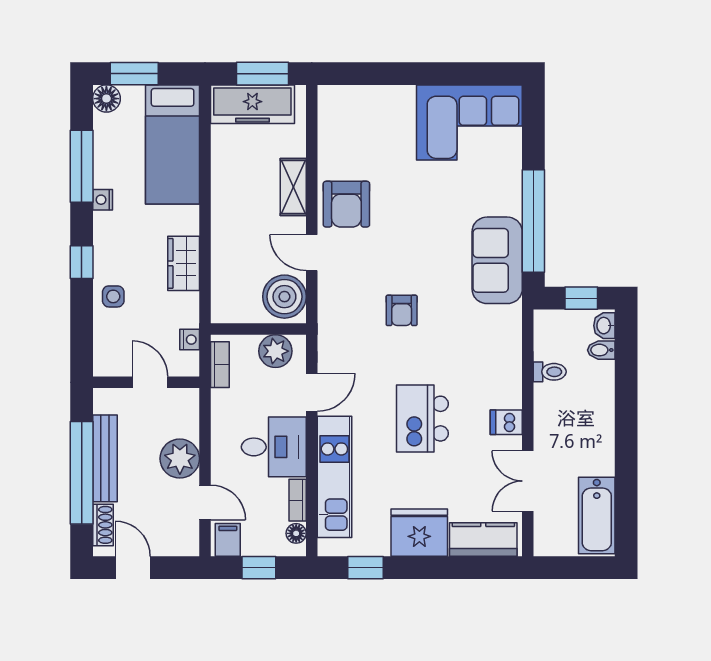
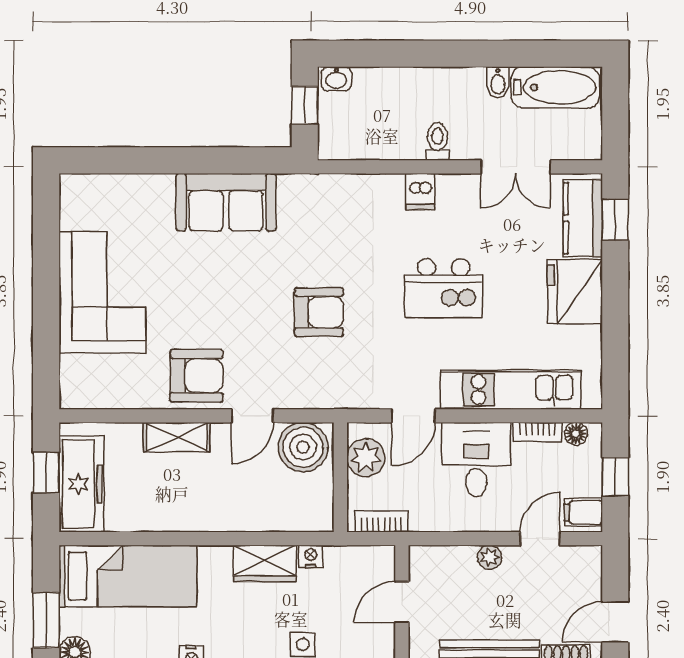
window: (262, 74) -> (46, 472), width x0.67
corner sofa: (469, 122) -> (102, 292), moved
window: (533, 221) -> (216, 160), removed
sofa: (497, 260) -> (226, 202), moved
armchair: (402, 310) -> (319, 312), width x1.38, depth x1.38
nightstand: (190, 340) -> (311, 556), moved
bidet: (601, 350) -> (498, 82), moved
toilet: (550, 372) -> (437, 142), moved
door: (312, 392) -> (413, 416), swing flipped
dishwasher: (506, 422) -> (420, 192), moved
plant: (180, 459) -> (490, 557), width x0.53, depth x0.53
window: (366, 568) -> (615, 220), moved

